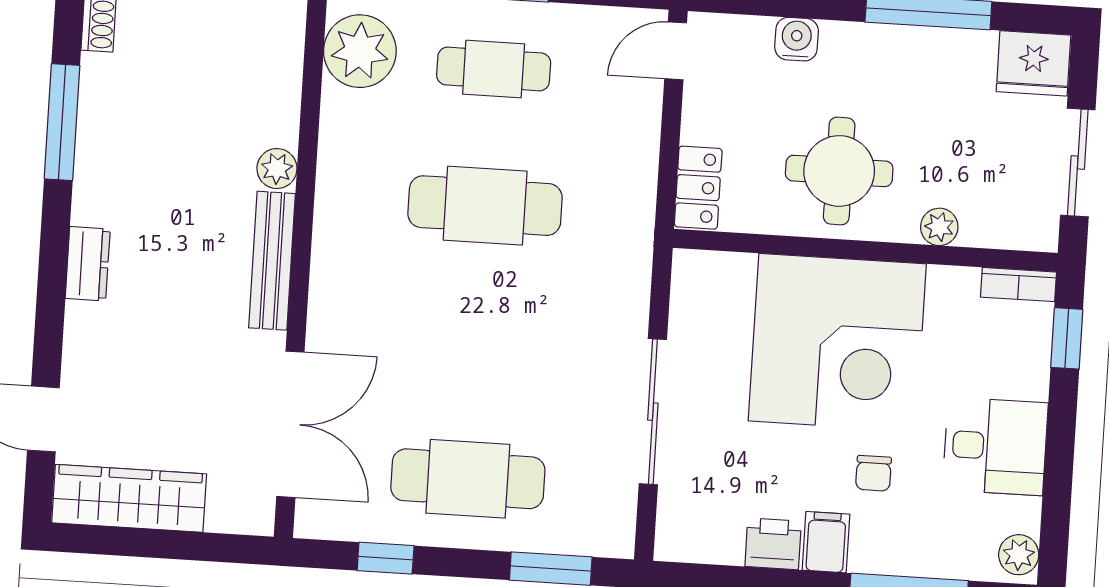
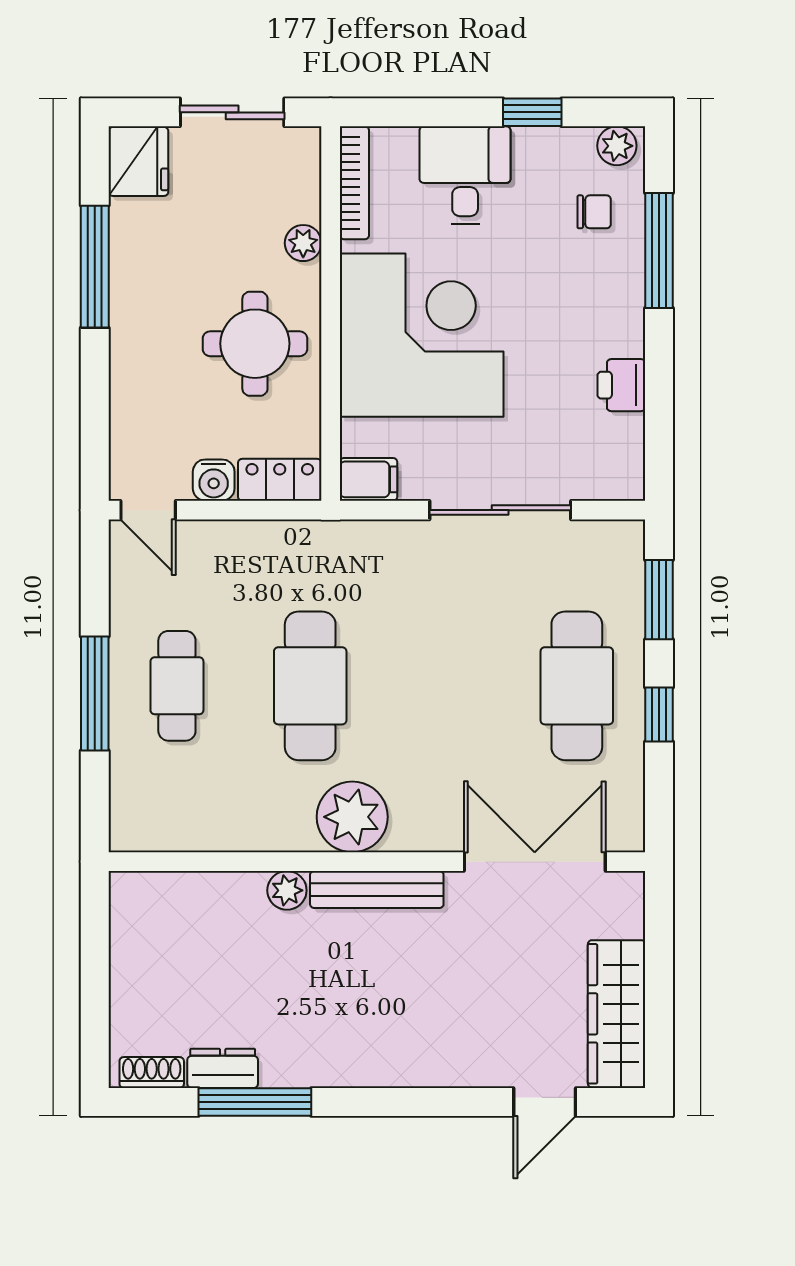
water cooler: (797, 39) -> (214, 480), moved, turned -90
plant: (360, 51) -> (352, 817), moved
dresser: (88, 264) -> (223, 1068), moved
bookcase: (1019, 285) -> (354, 183), width x1.56
window: (1067, 338) -> (532, 112), moved
desk: (995, 446) -> (465, 175), moved
chair: (873, 473) -> (594, 212), moved
filing cabinet: (826, 542) -> (368, 479), moved, turned 180
window: (386, 558) -> (659, 714), moved

